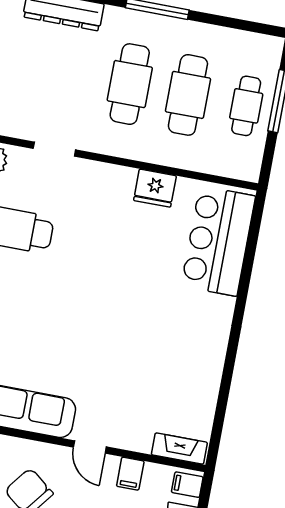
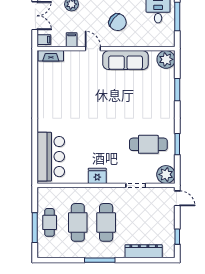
fridge: (155, 188) -> (97, 176), moved

